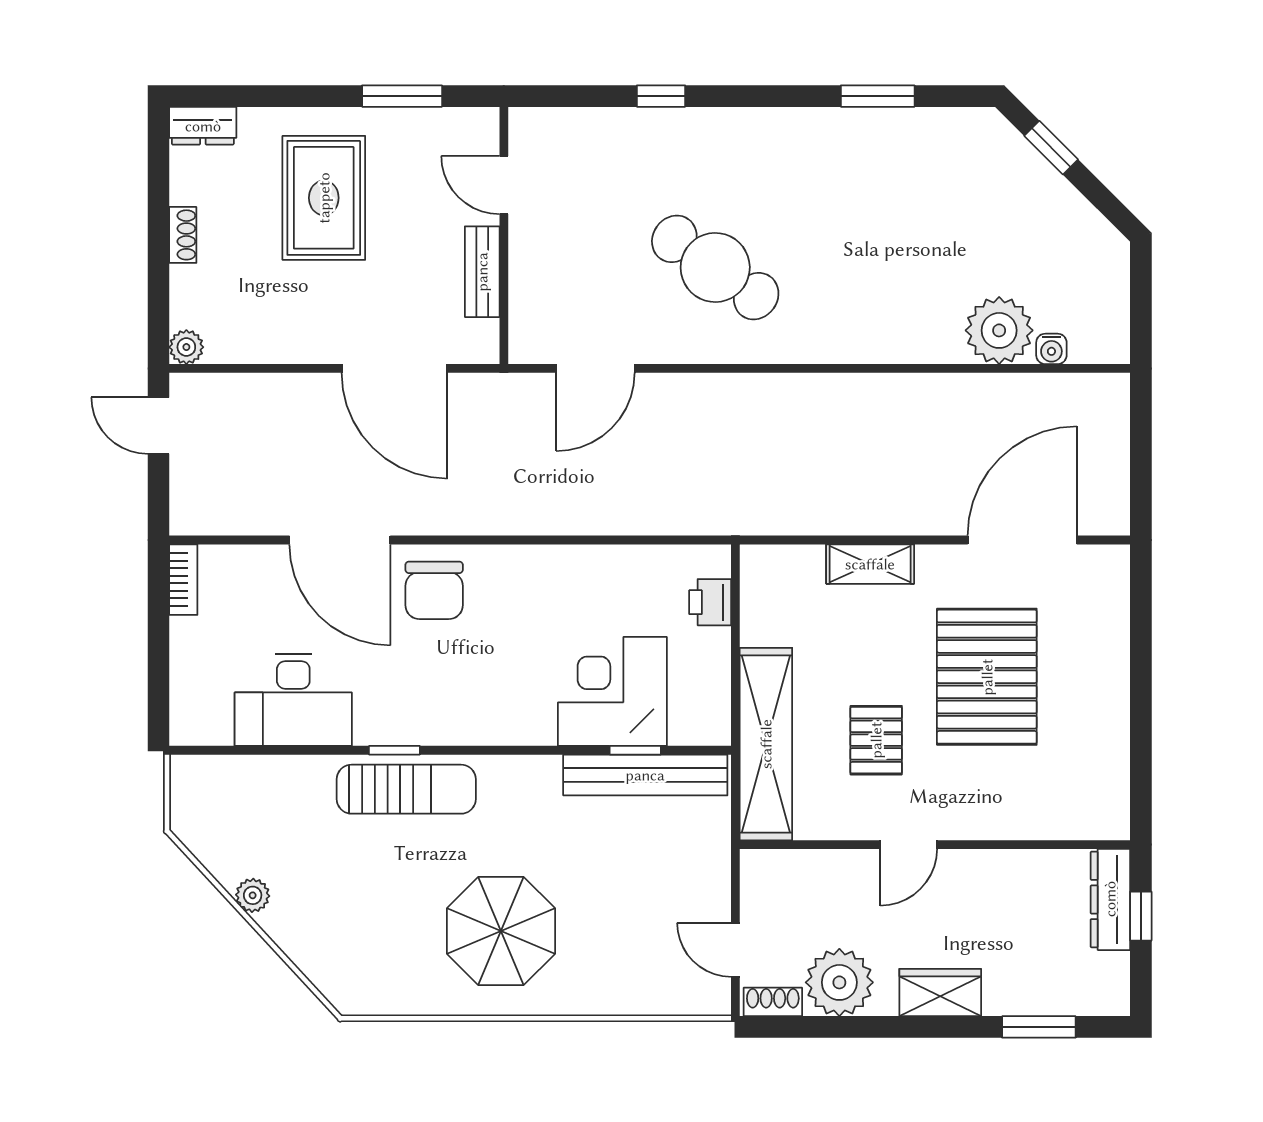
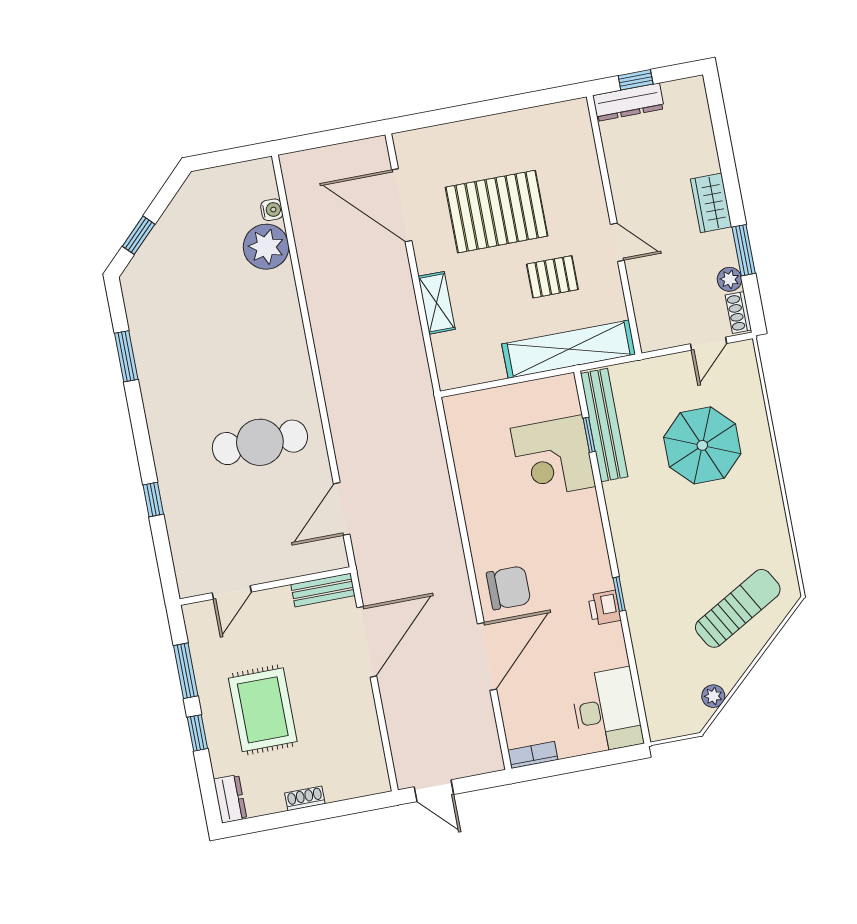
window: (308, 96) -> (197, 733), added
rug: (324, 198) -> (263, 710), turned 90
cafe table: (715, 268) -> (260, 442), turned 55
bench: (482, 272) -> (323, 590), moved
plant: (186, 347) -> (379, 782), removed
door: (595, 368) -> (342, 509), swing flipped
door: (158, 426) -> (434, 791), hinge flipped
printer: (710, 602) -> (604, 608), moved, turned 90
desk: (293, 700) -> (607, 711), moved
sun lounger: (406, 789) -> (738, 608), moved, turned 60
plant: (253, 895) -> (713, 696), moved
parasol: (501, 931) -> (702, 445), moved
plant: (839, 982) -> (730, 279), width x0.53, depth x0.53
window: (1039, 1027) -> (744, 250), moved

